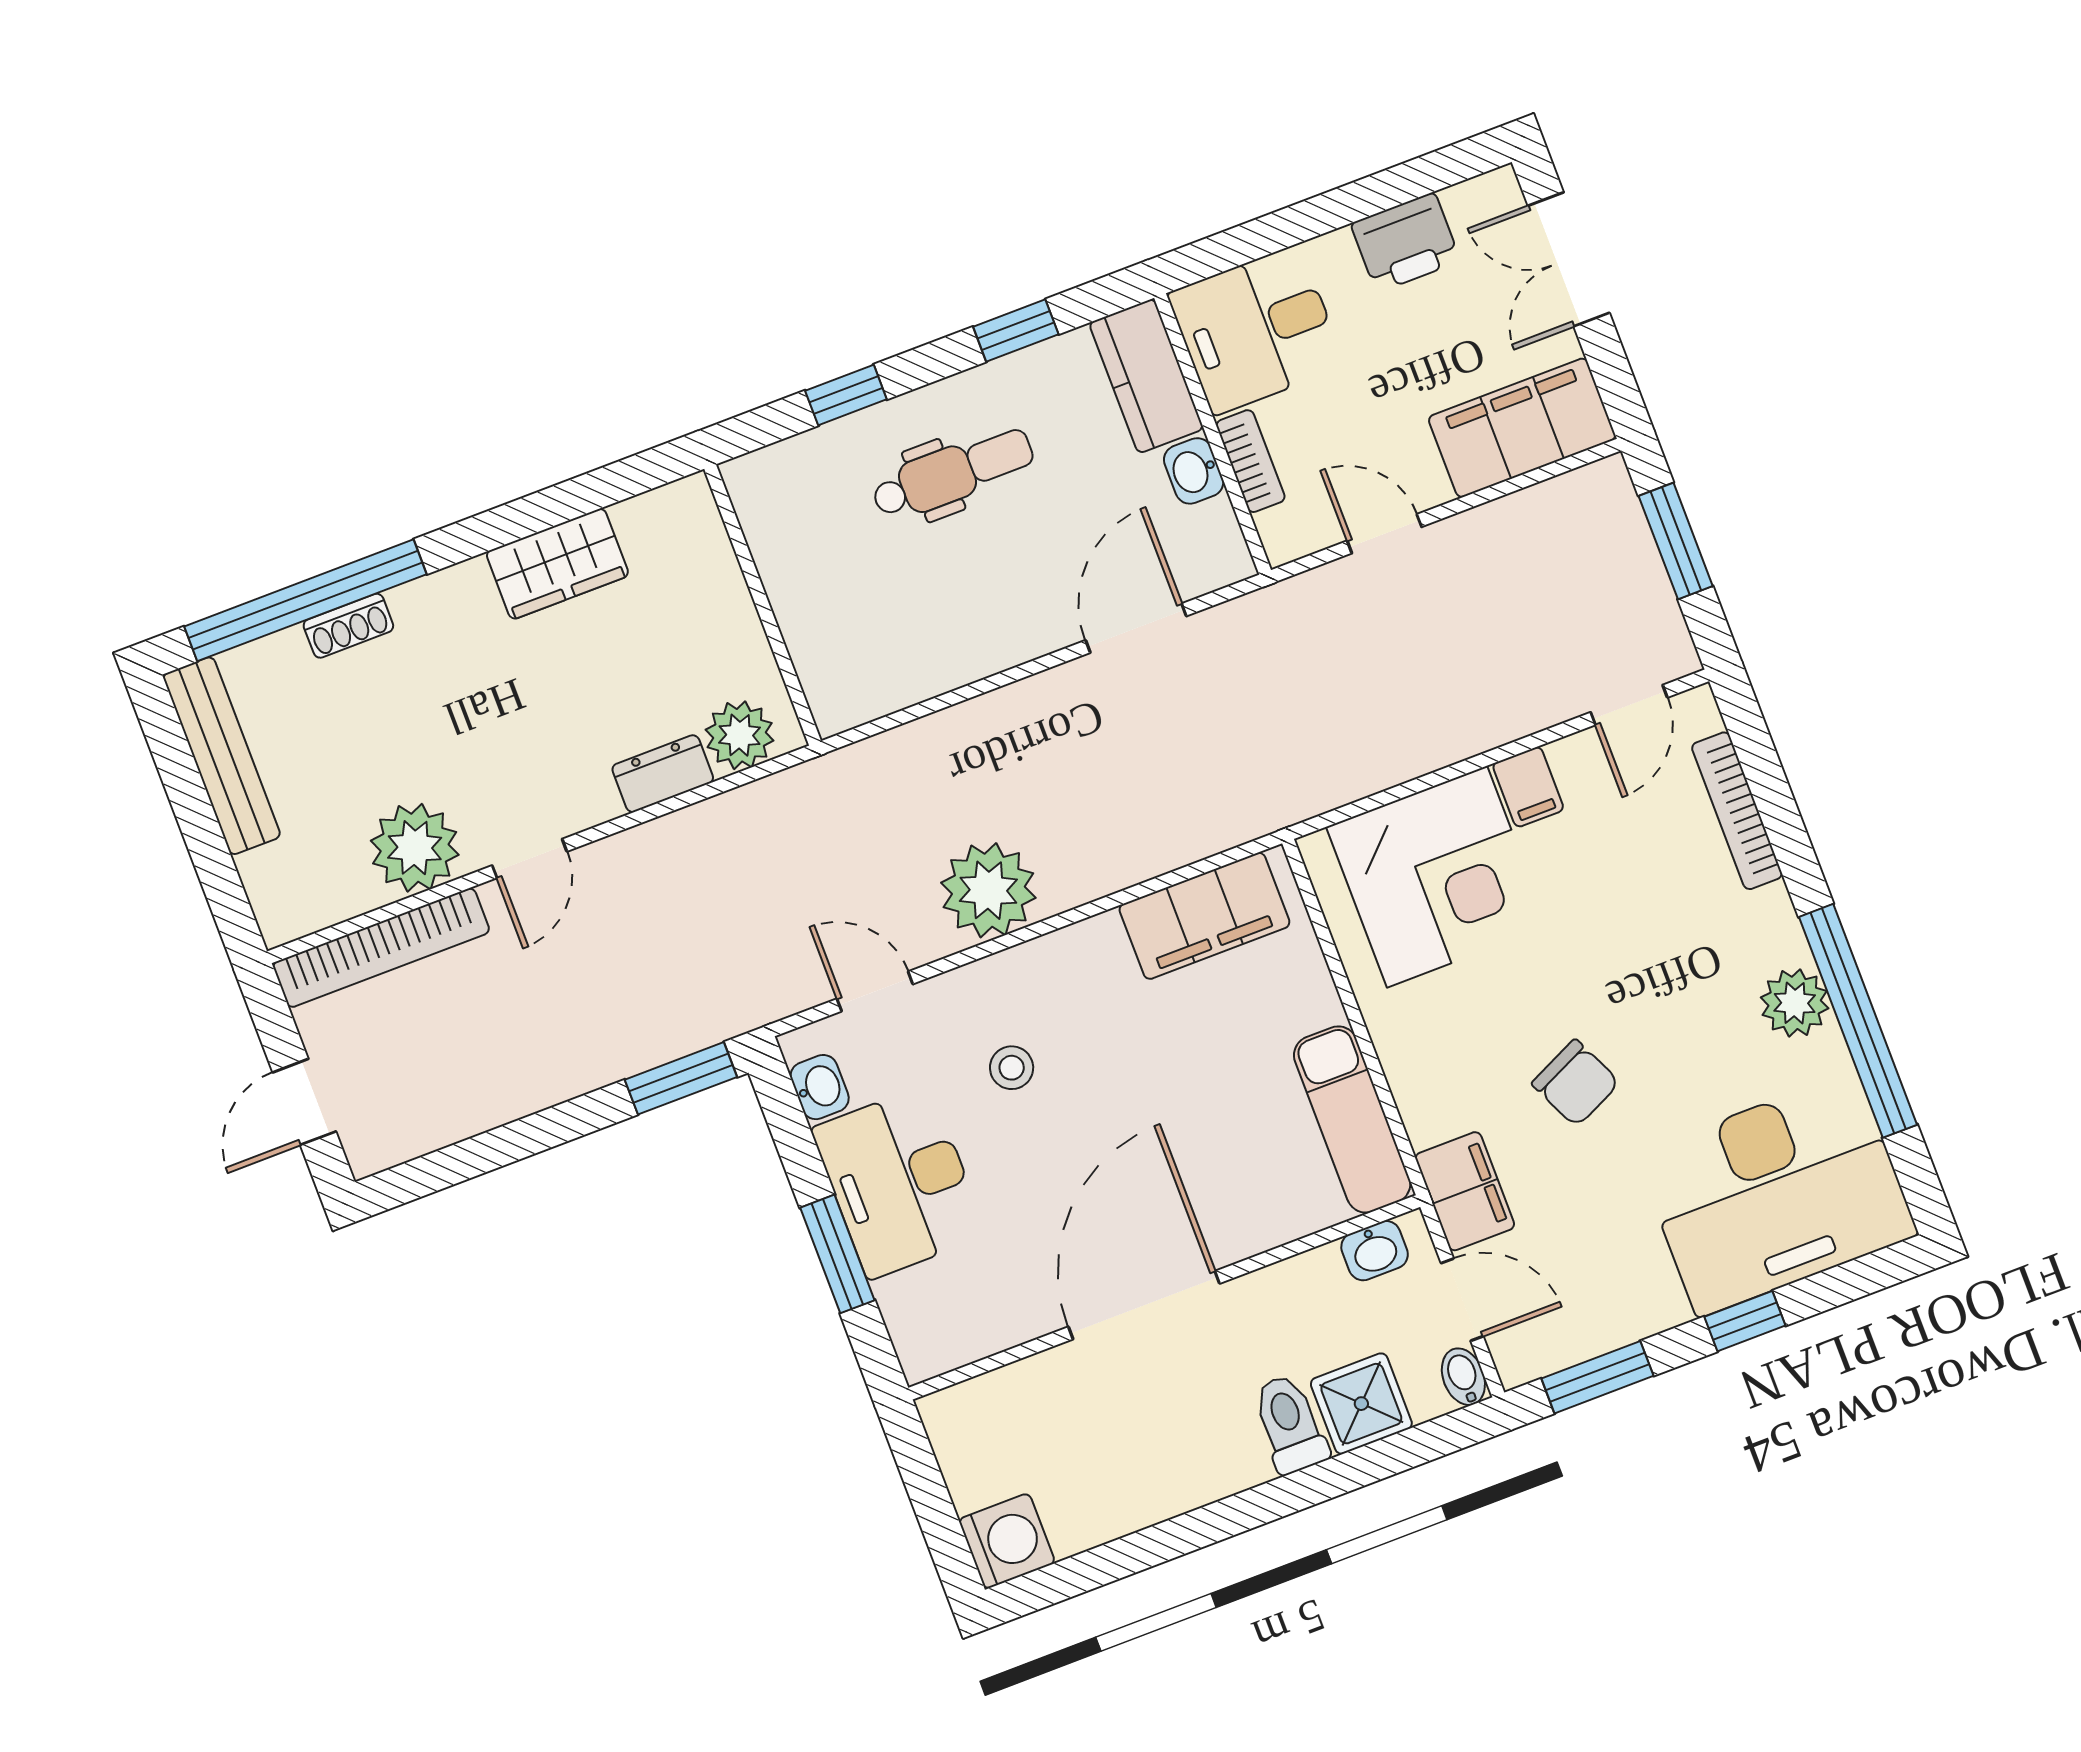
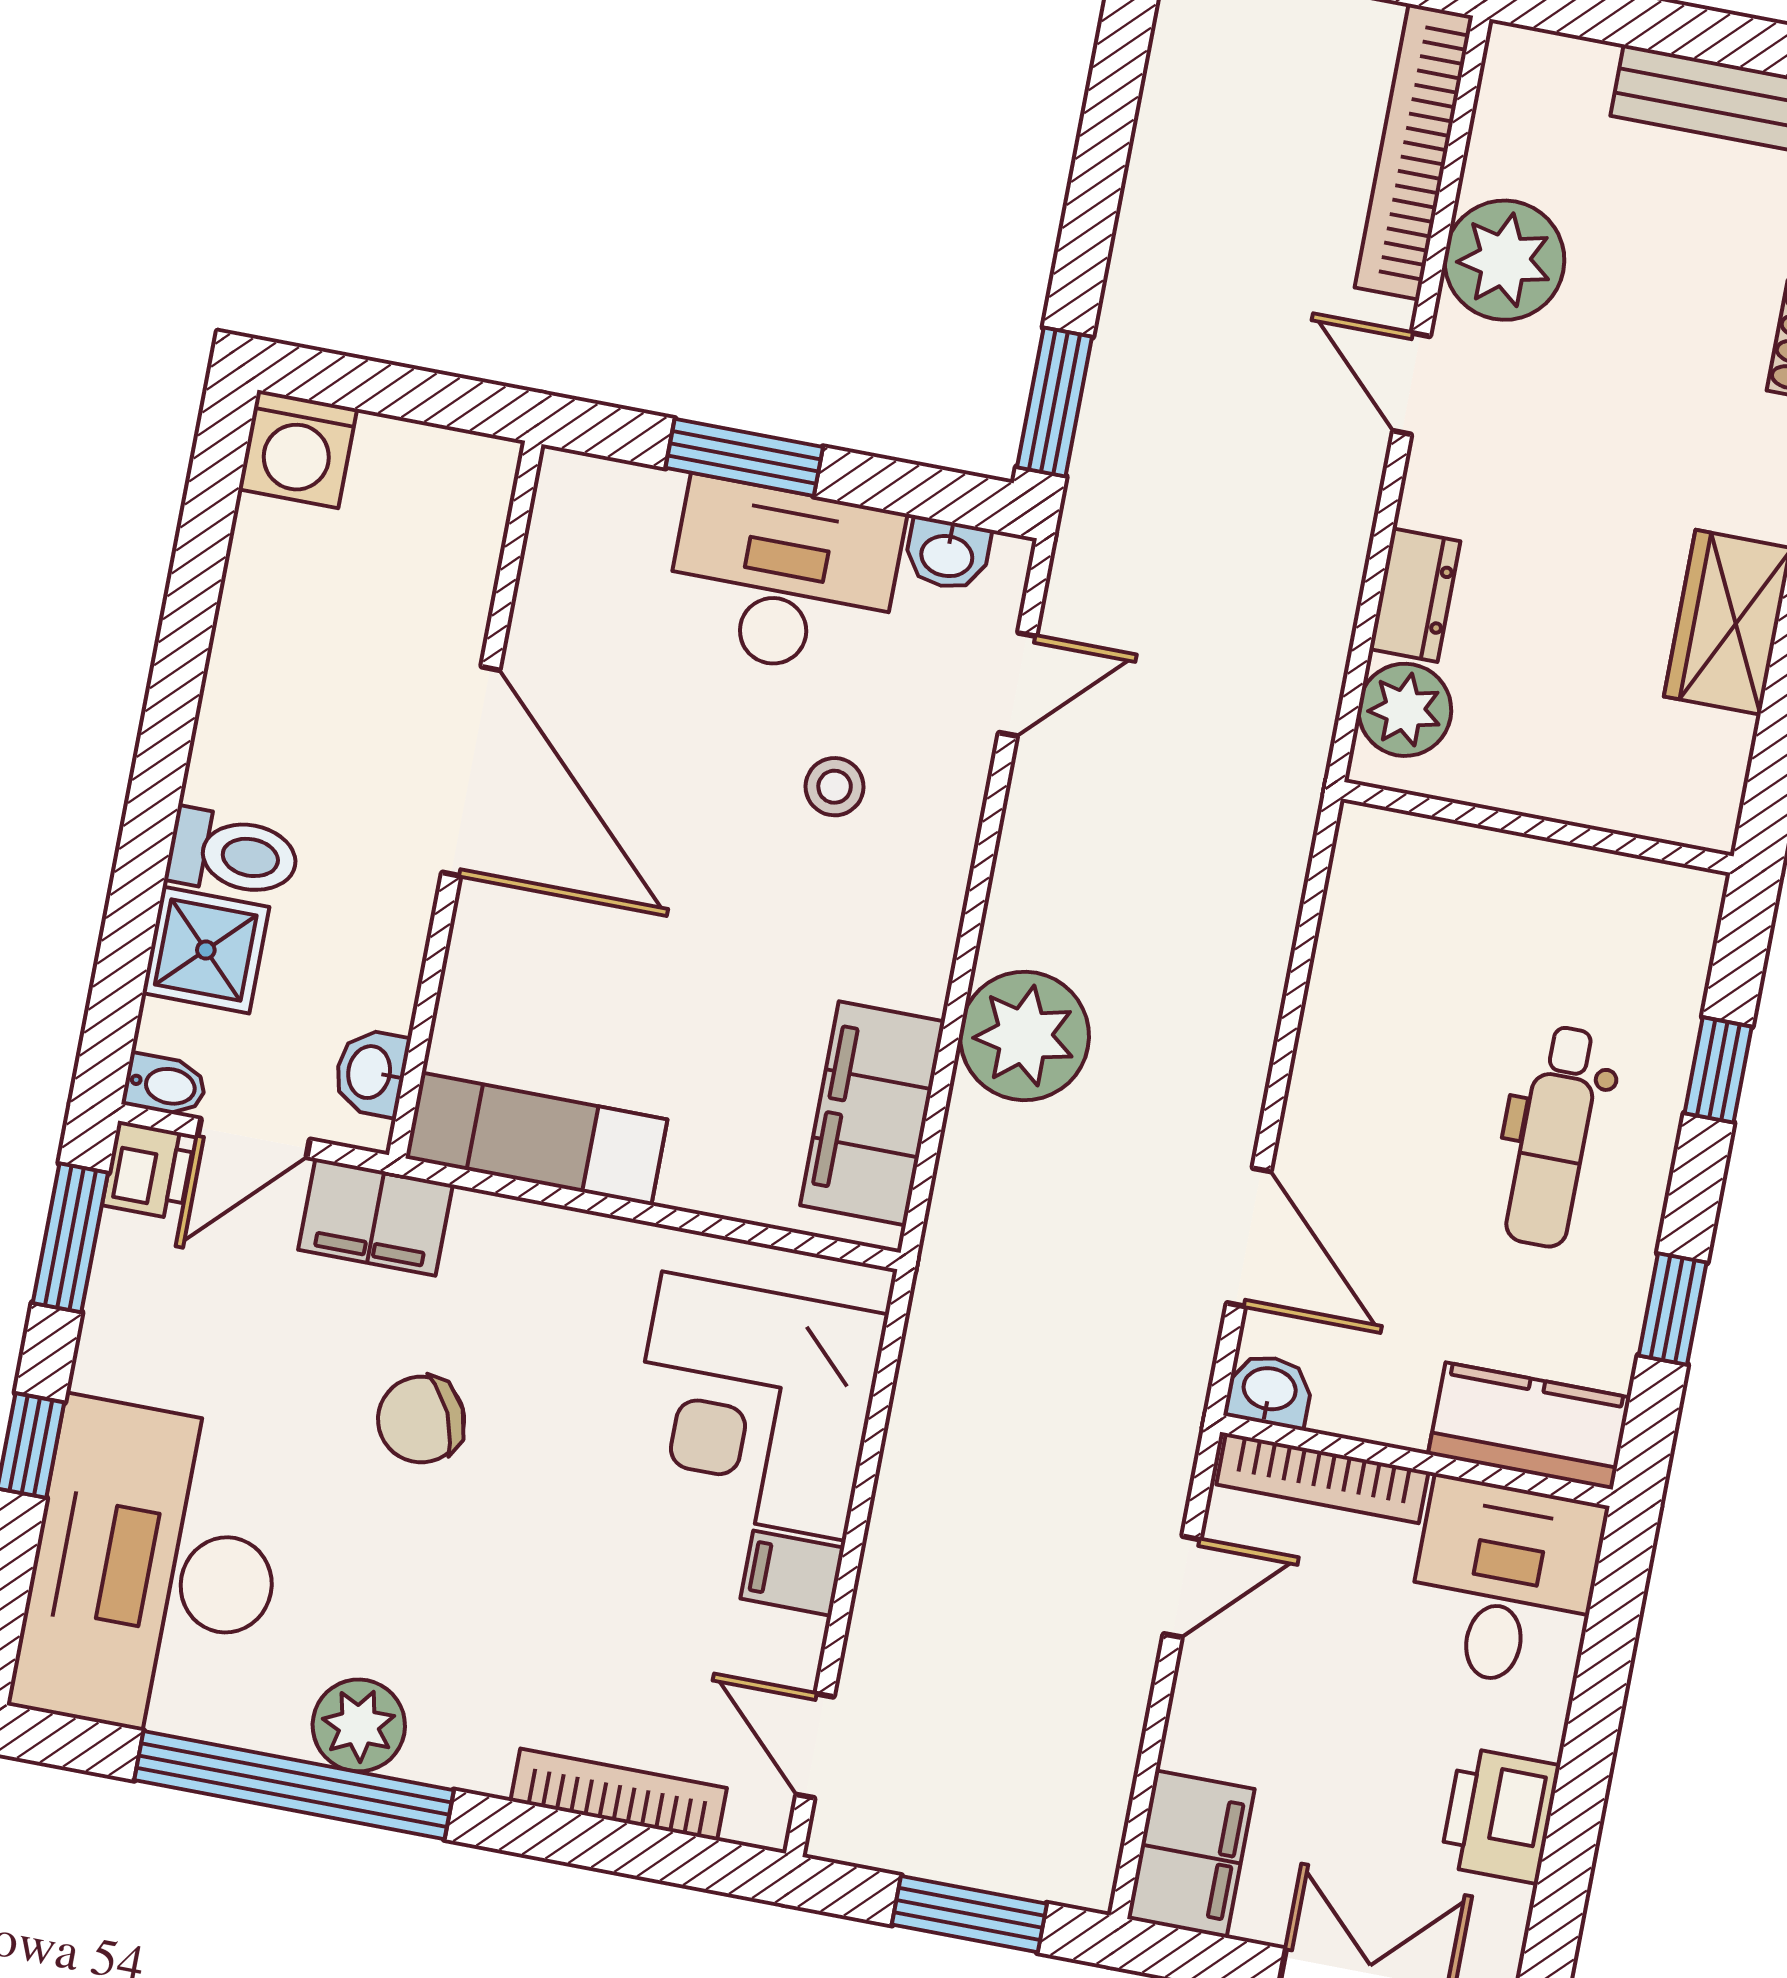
filing cabinet: (1522, 428) -> (1191, 1854), width x0.67, depth x0.86
bookcase: (1251, 461) -> (1322, 1478), width x1.56
washbasin: (1194, 471) -> (1269, 1391), moved
plant: (988, 890) -> (1024, 1036), moved
printer: (1524, 1354) -> (148, 1170), added

